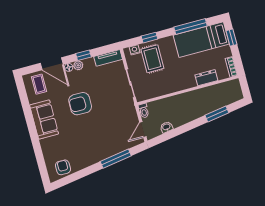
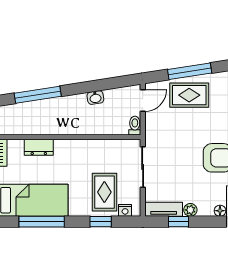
window: (83, 55) -> (179, 222), moved
plant: (78, 65) -> (190, 210), moved
window: (217, 114) -> (38, 95), width x1.44
washbasin: (166, 127) -> (95, 98), moved
rug: (112, 142) -> (189, 95), added

